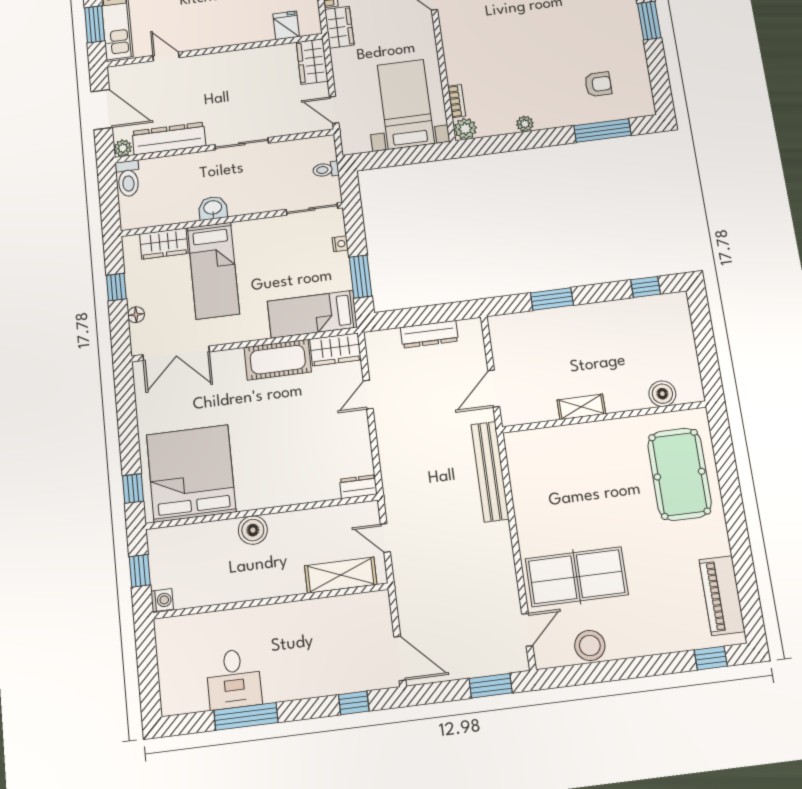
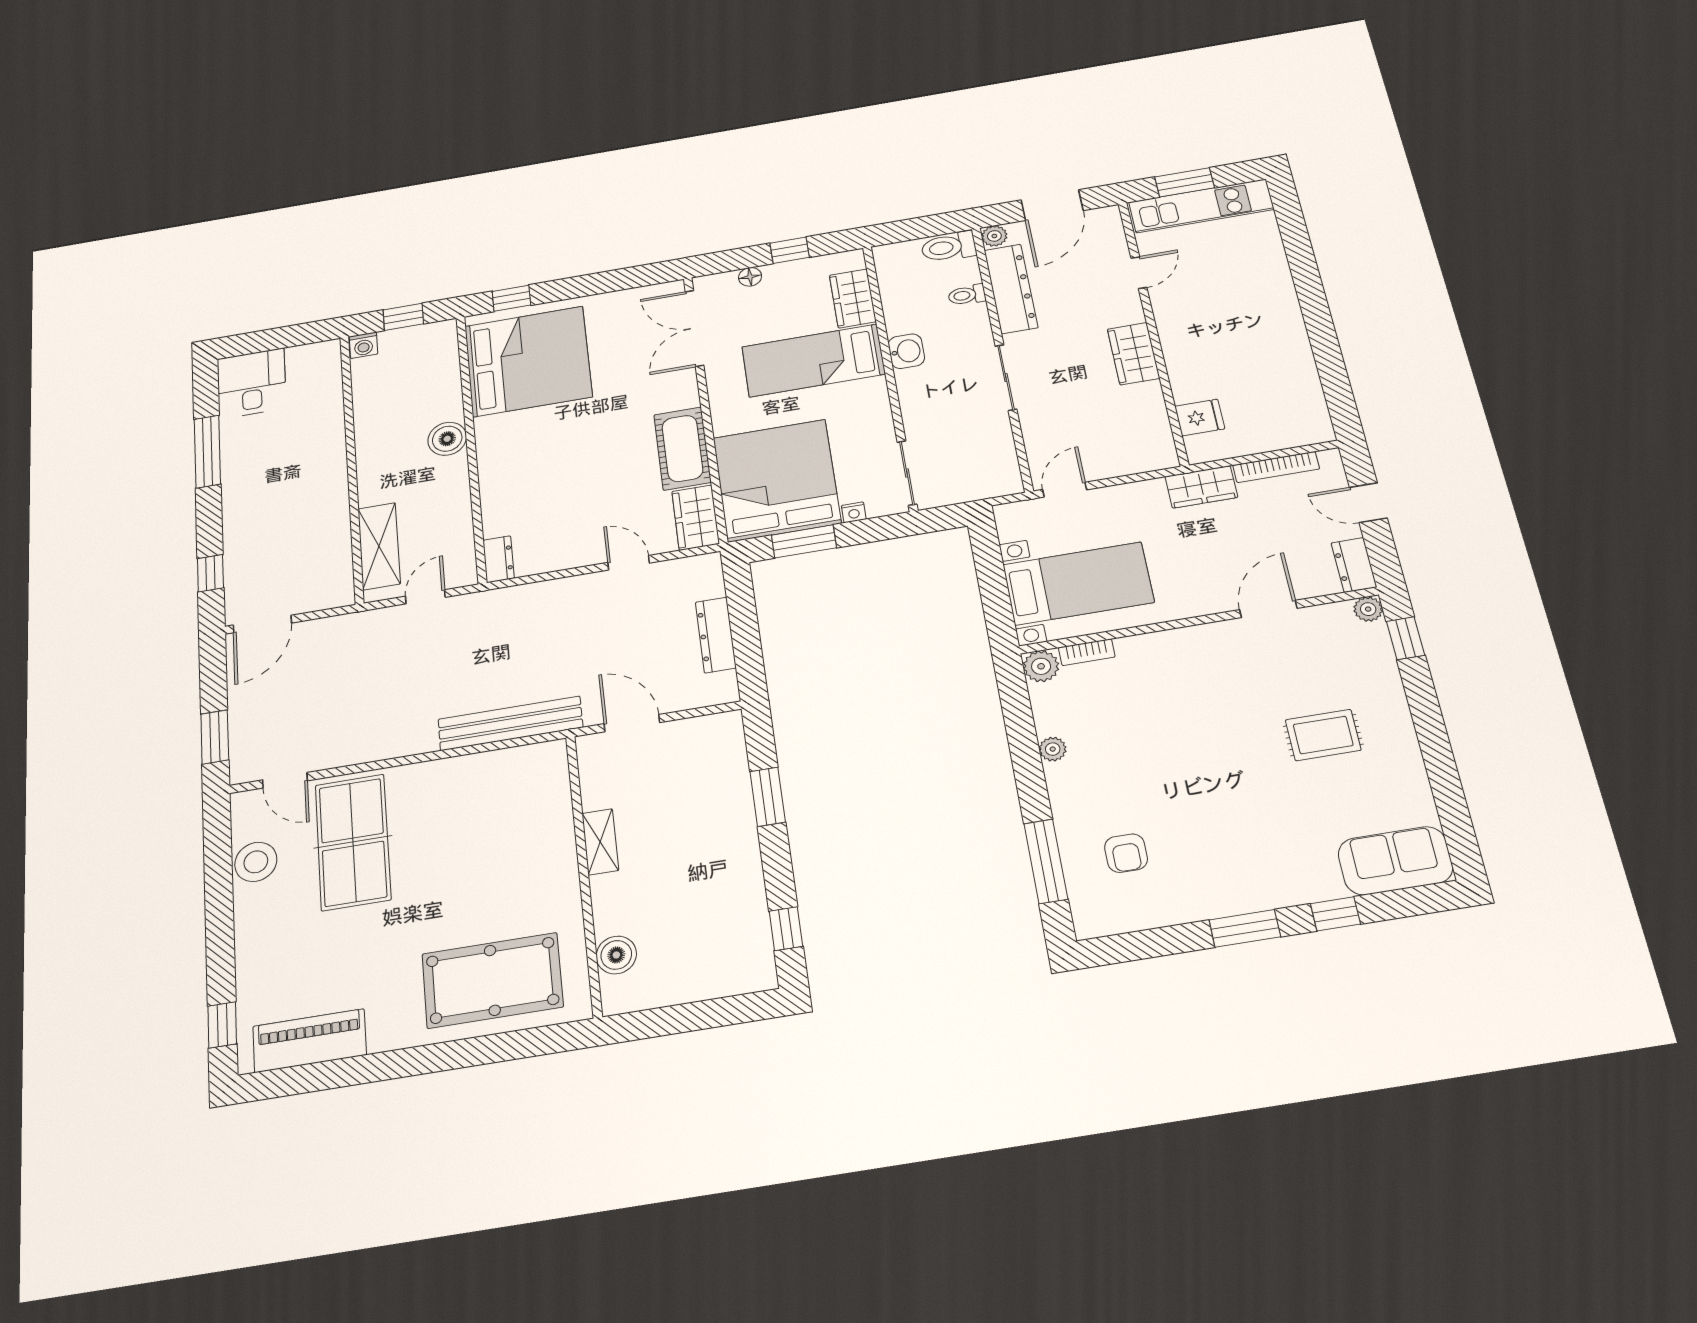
wardrobe: (312, 62) -> (1133, 354), moved, turned -90
toilet: (326, 170) -> (967, 295), moved, turned -90
bed: (312, 314) -> (777, 480), width x2.04
desk: (234, 679) -> (252, 383), moved, turned 90

